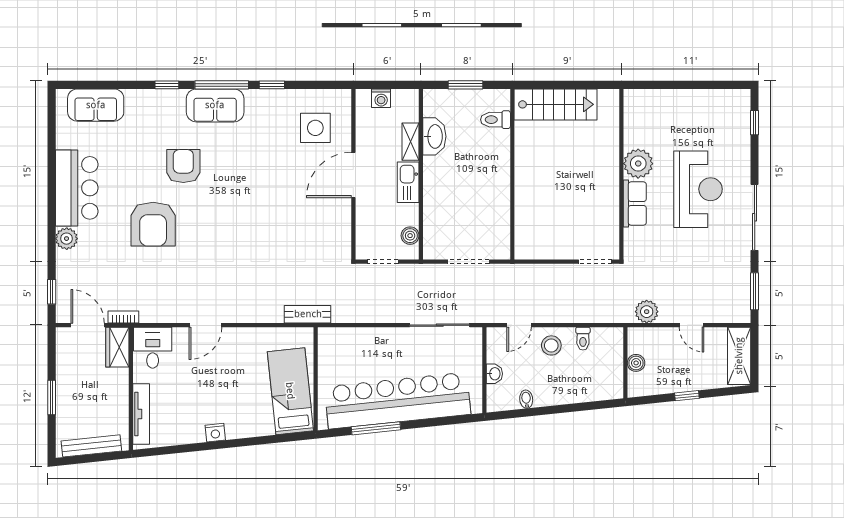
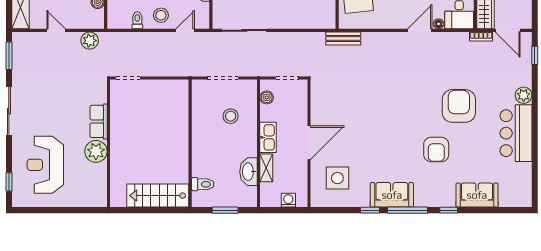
sofa: (96, 105) -> (477, 195), moved
sofa: (215, 105) -> (392, 195), moved
reception desk: (698, 189) -> (45, 165), moved
stool: (458, 211) -> (231, 116), added
floor lamp: (180, 334) -> (439, 24), added

